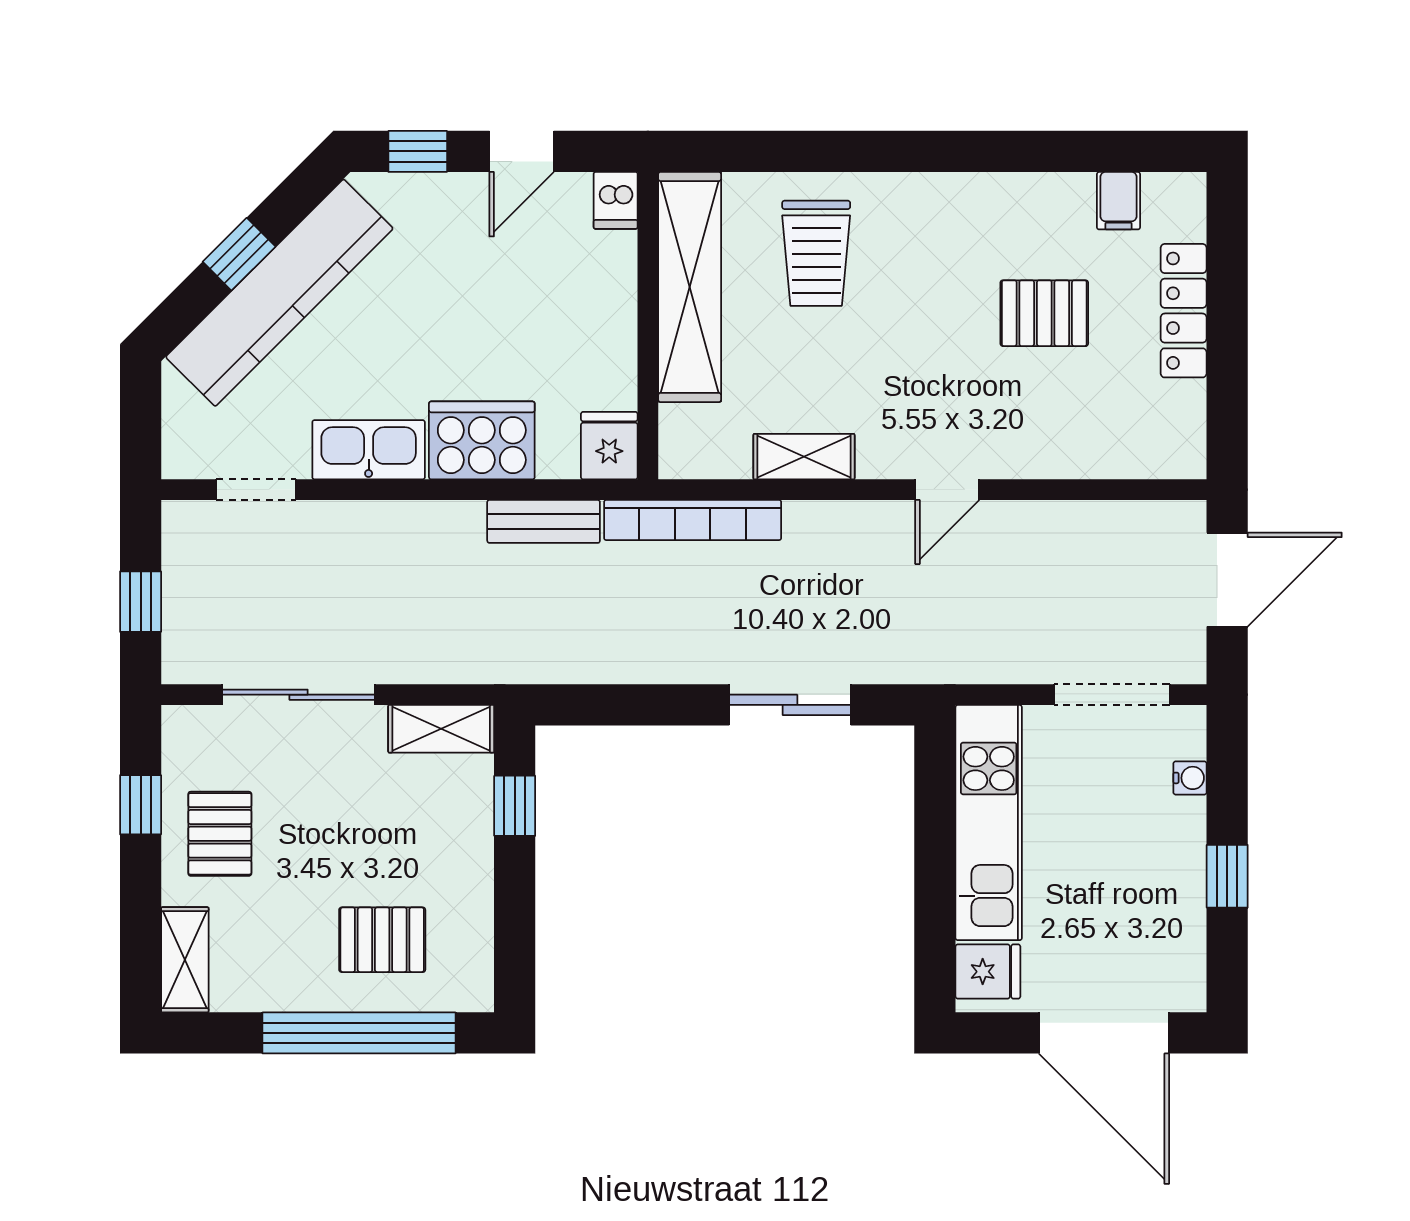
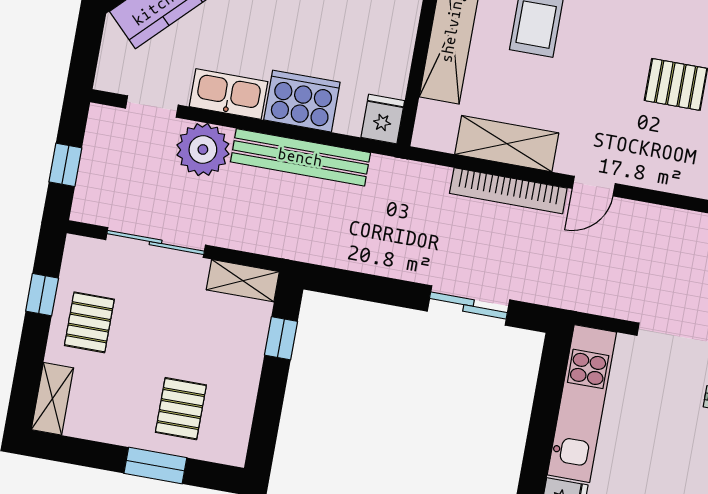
shelving: (804, 457) -> (507, 144), width x1.50, depth x1.33
bookcase: (693, 520) -> (508, 191), moved
bench: (544, 521) -> (300, 157), width x1.86, depth x1.21
plant: (345, 541) -> (203, 150), added
pallet: (382, 940) -> (181, 409), turned 90
window: (359, 1033) -> (155, 466), width x0.47

